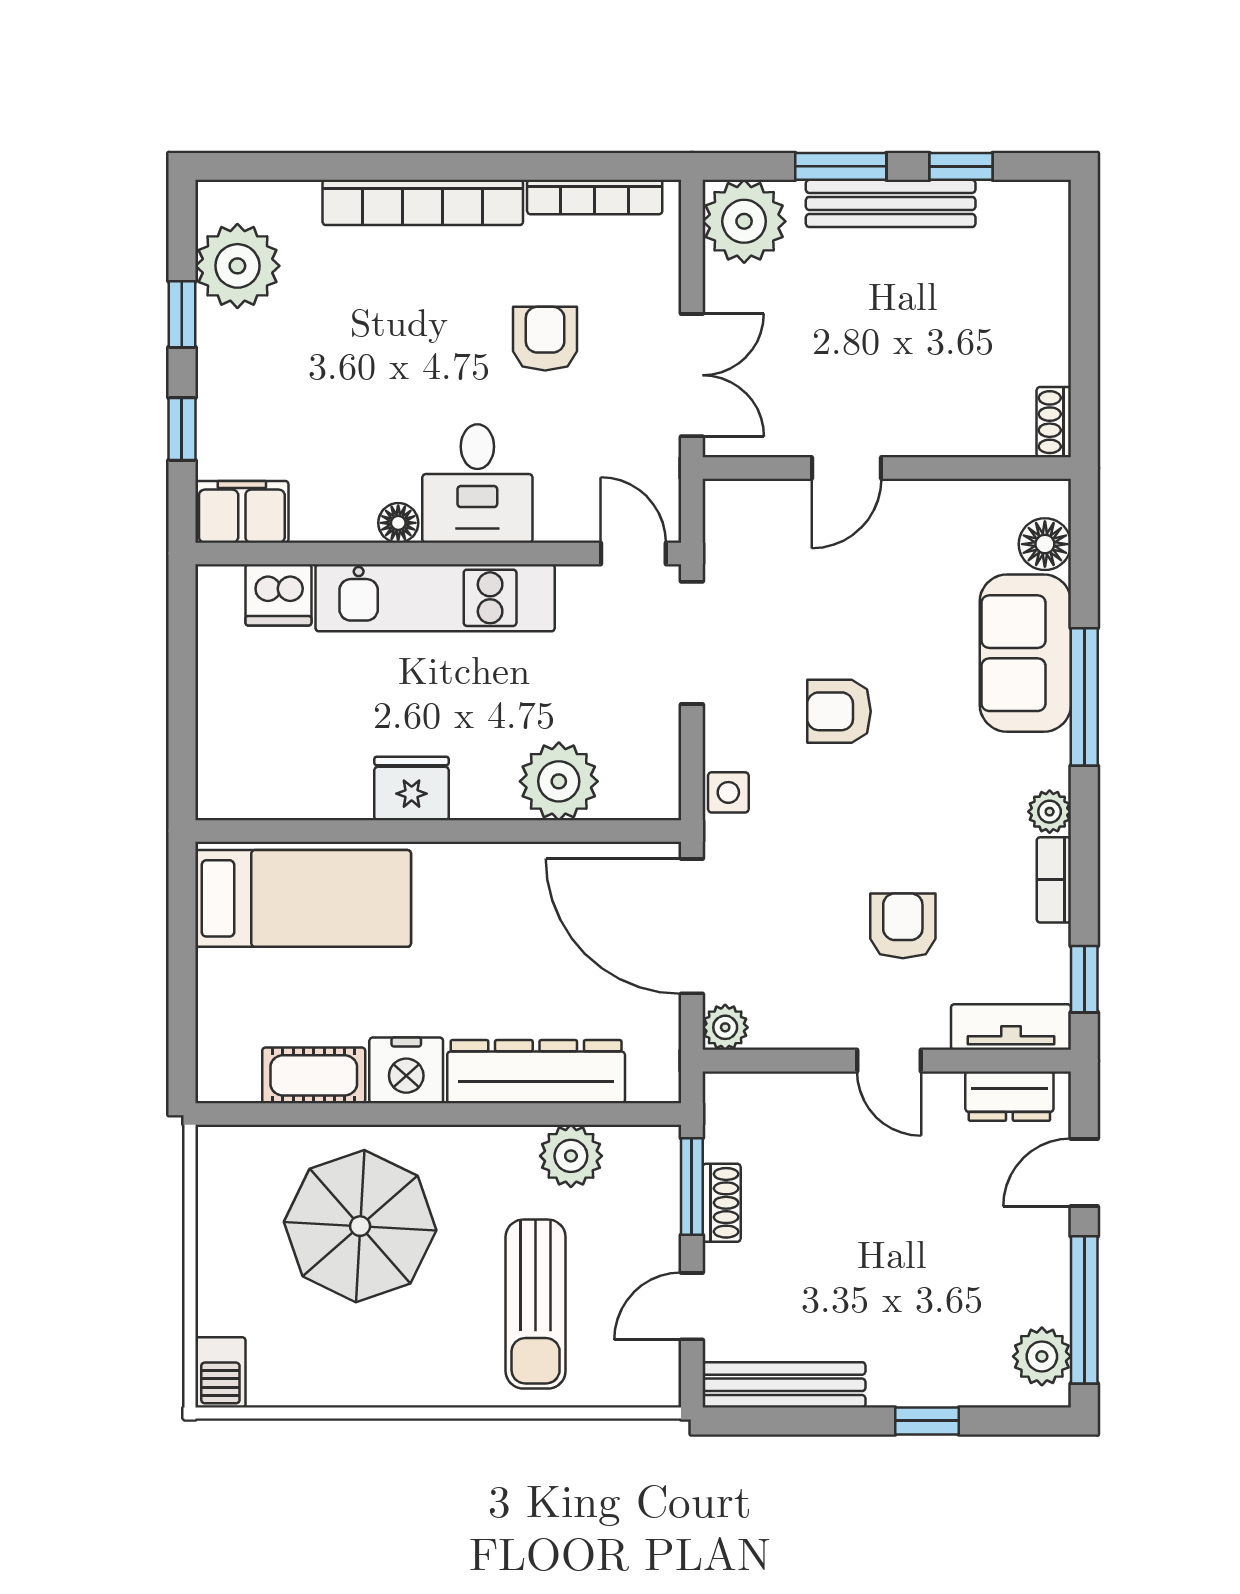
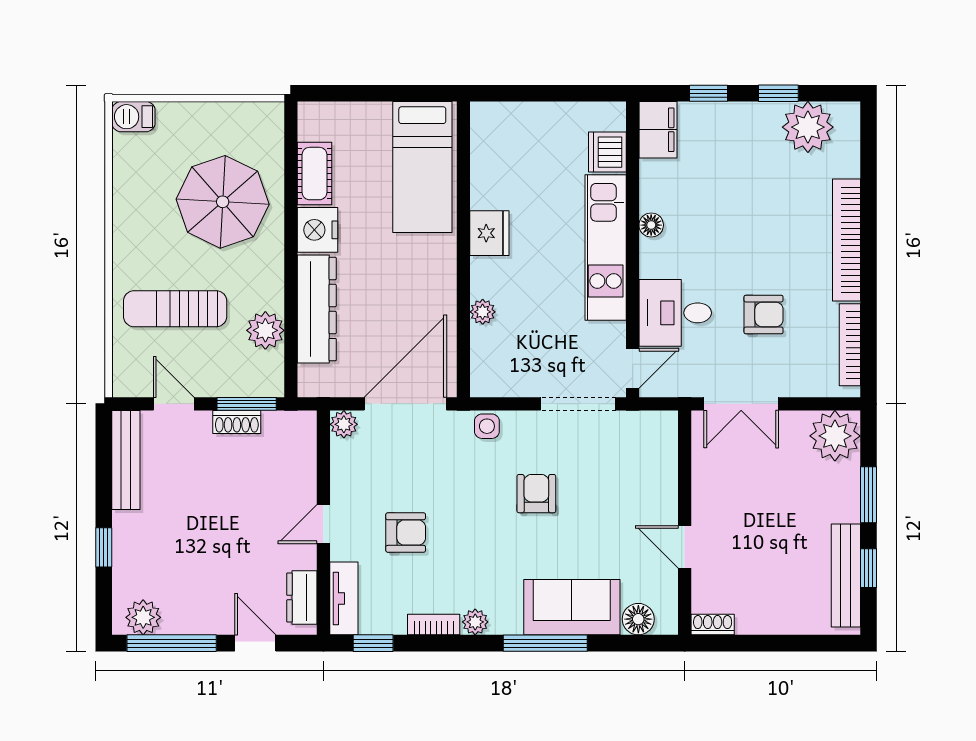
bench: (891, 203) -> (846, 575), moved
door: (846, 468) -> (685, 547), moved
desk: (477, 483) -> (675, 313), moved
plant: (559, 781) -> (483, 312), width x0.53, depth x0.53

